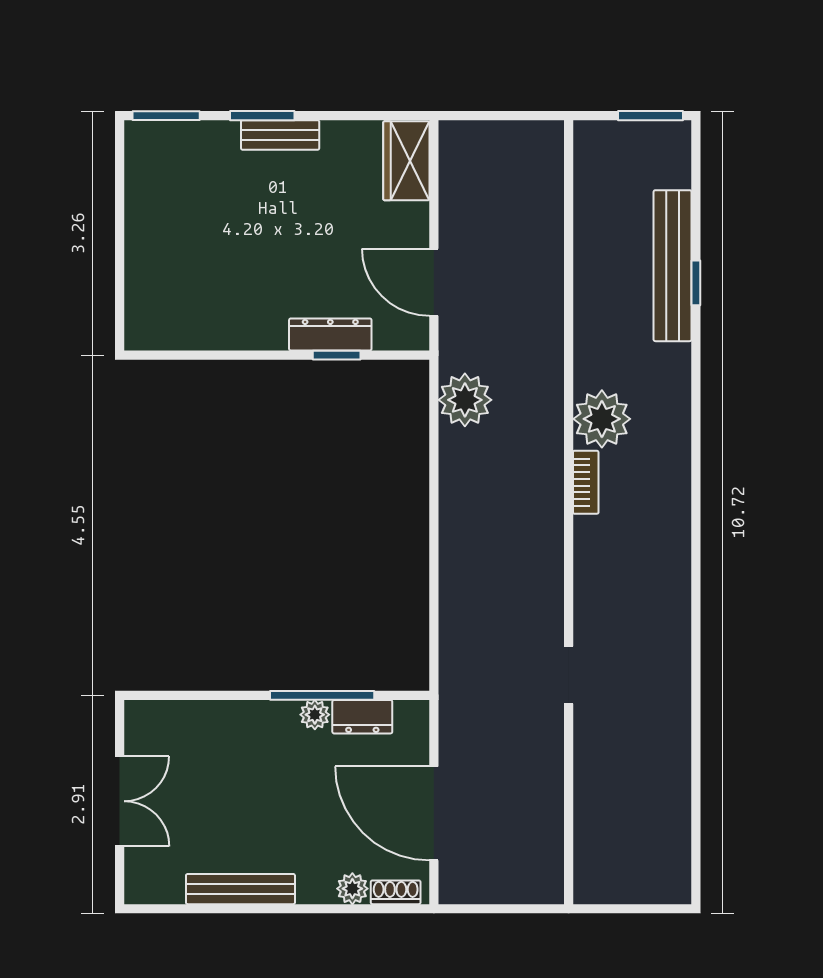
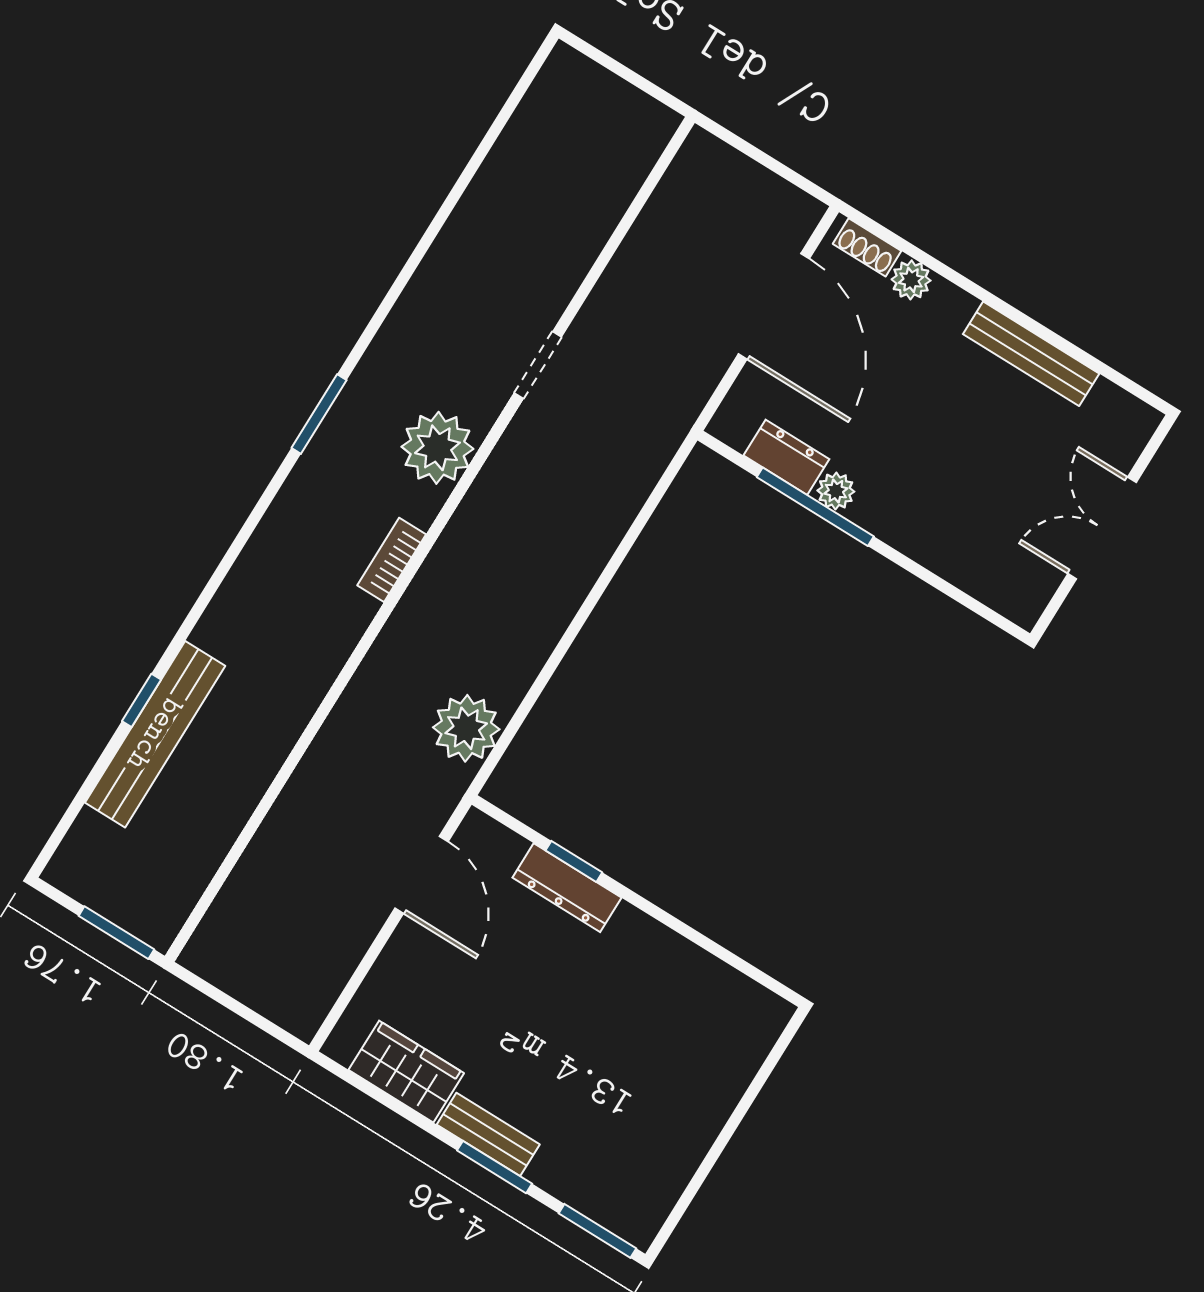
window: (651, 116) -> (116, 933), moved
wardrobe: (406, 161) -> (406, 1072), moved, turned -90
plant: (602, 419) -> (437, 448), moved
window: (696, 550) -> (319, 414), added

